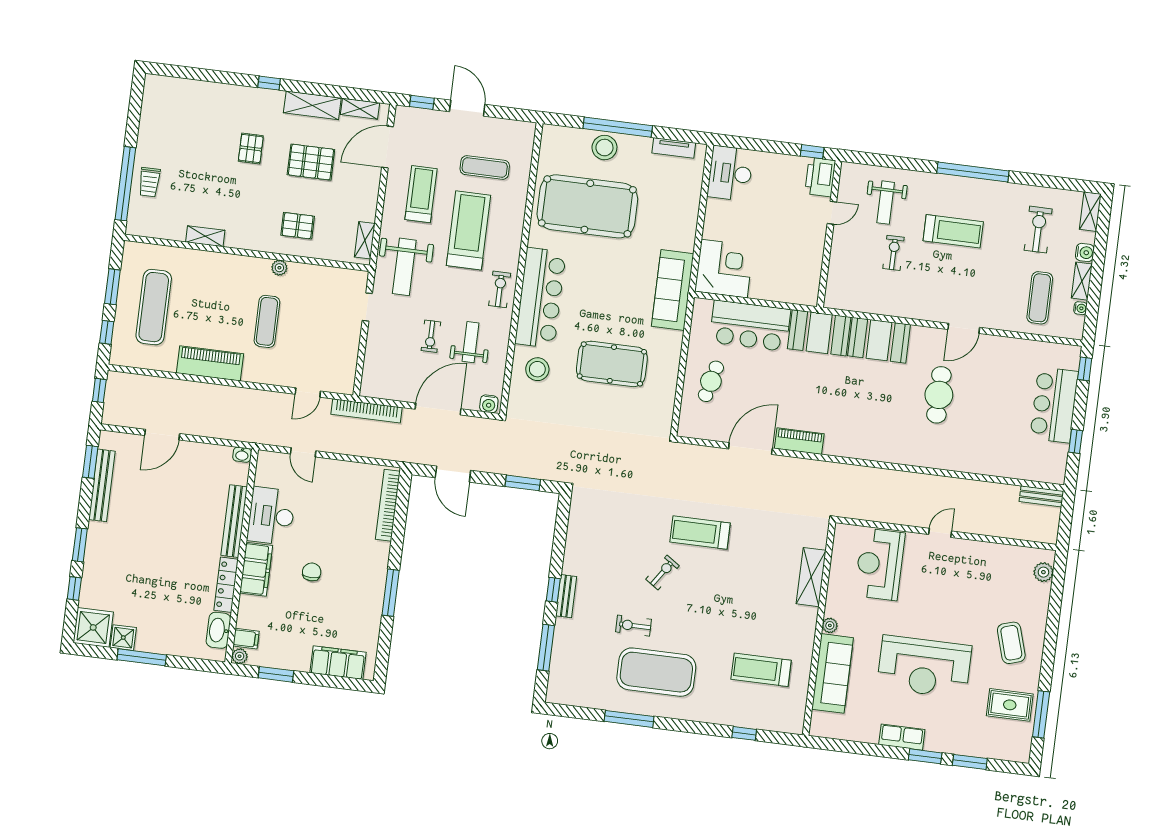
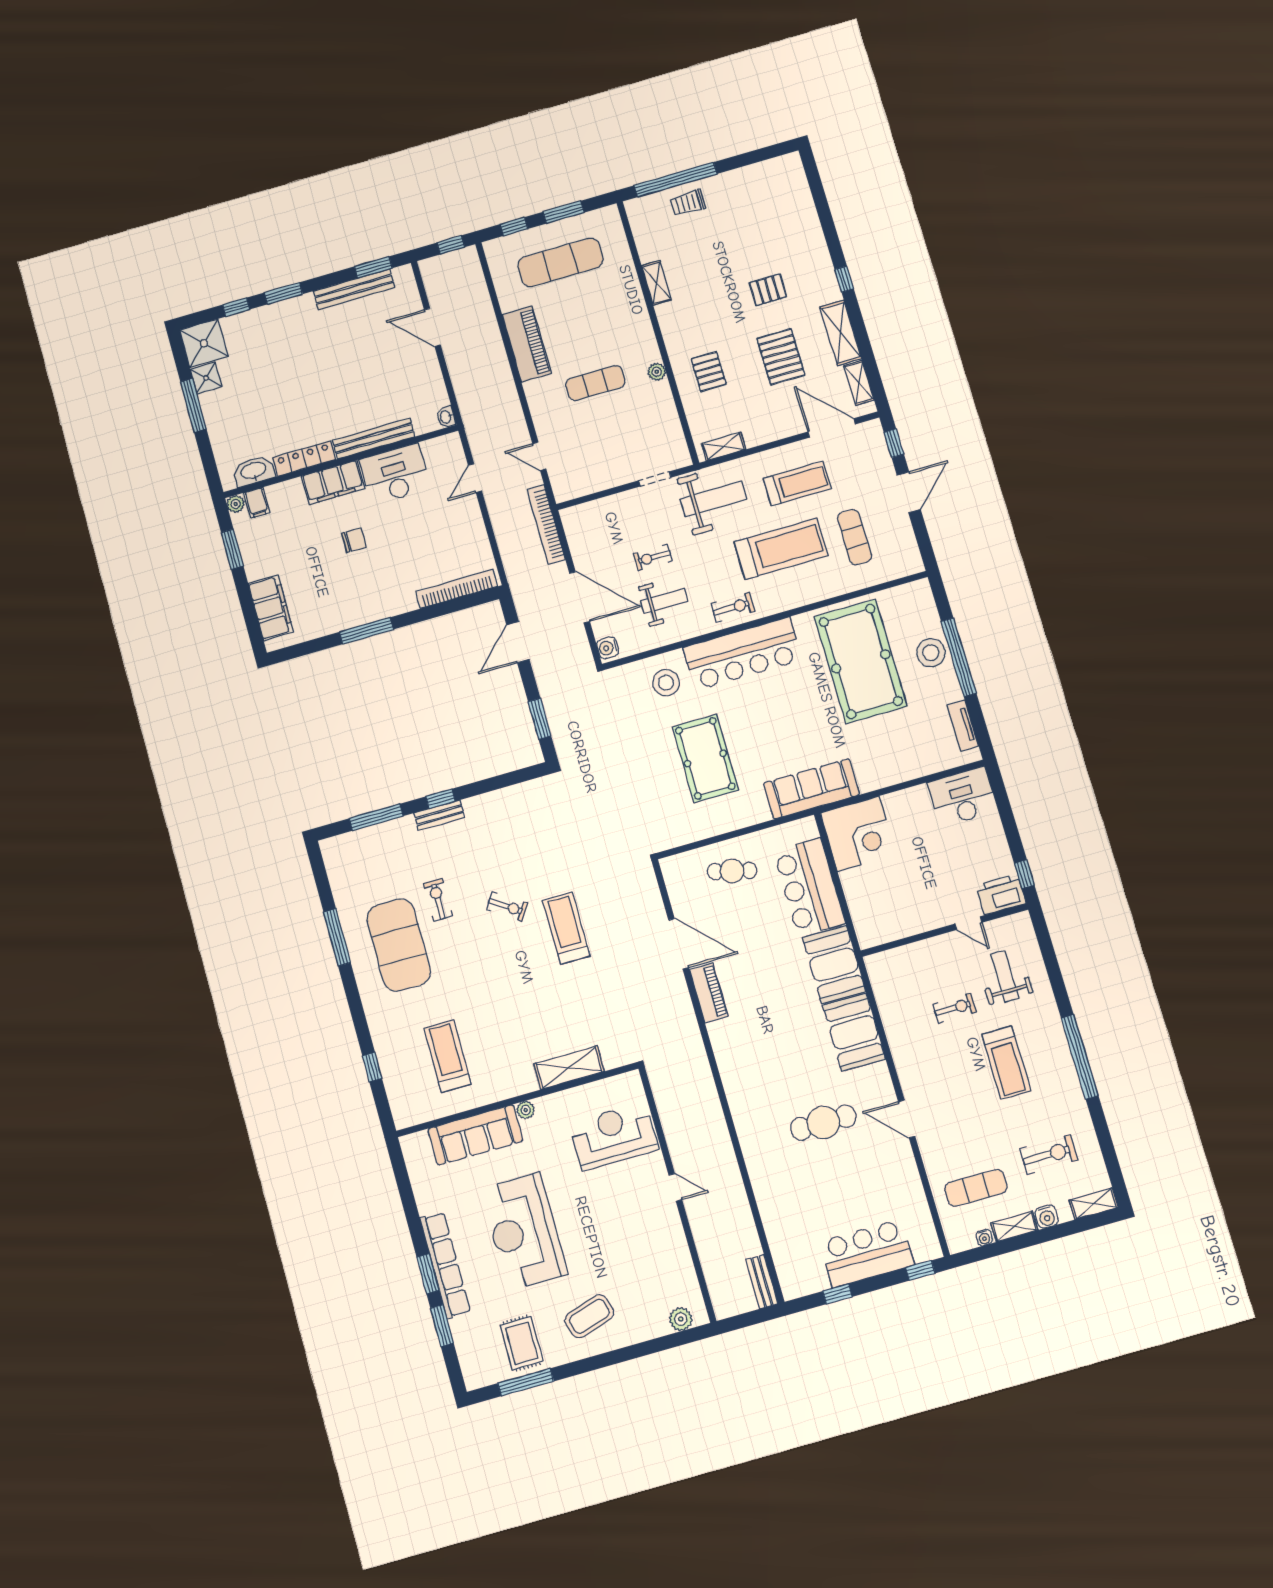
weight bench: (886, 203) -> (1005, 976), turned 90
weight bench: (404, 267) -> (713, 499), turned 180
row of seats: (902, 737) -> (445, 1265), width x2.02

